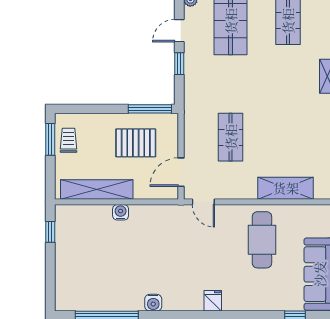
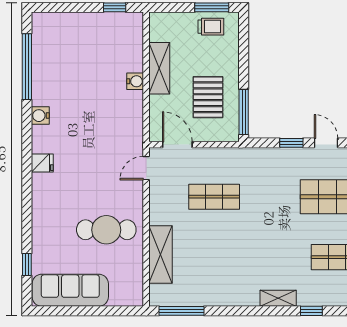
shelving: (97, 189) -> (159, 68), width x0.68
fridge: (213, 301) -> (42, 163), moved

